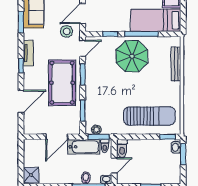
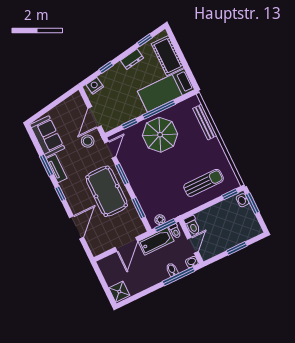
window: (21, 22) -> (47, 165), moved
tv unit: (28, 53) -> (57, 168), moved
sun lounger: (149, 116) -> (204, 183), width x0.73, depth x0.75

